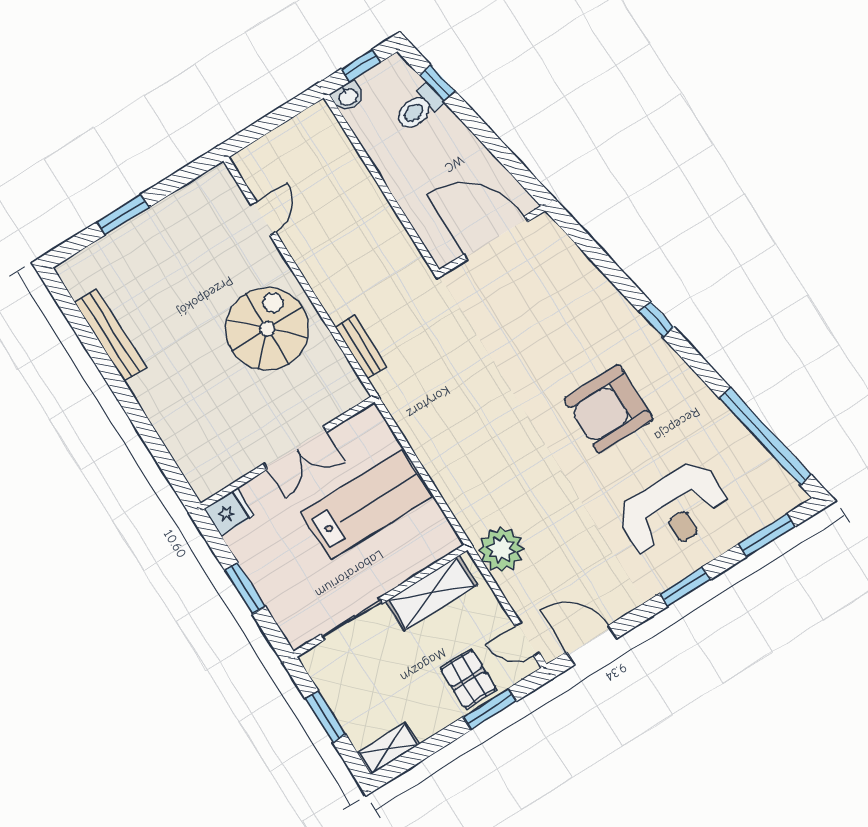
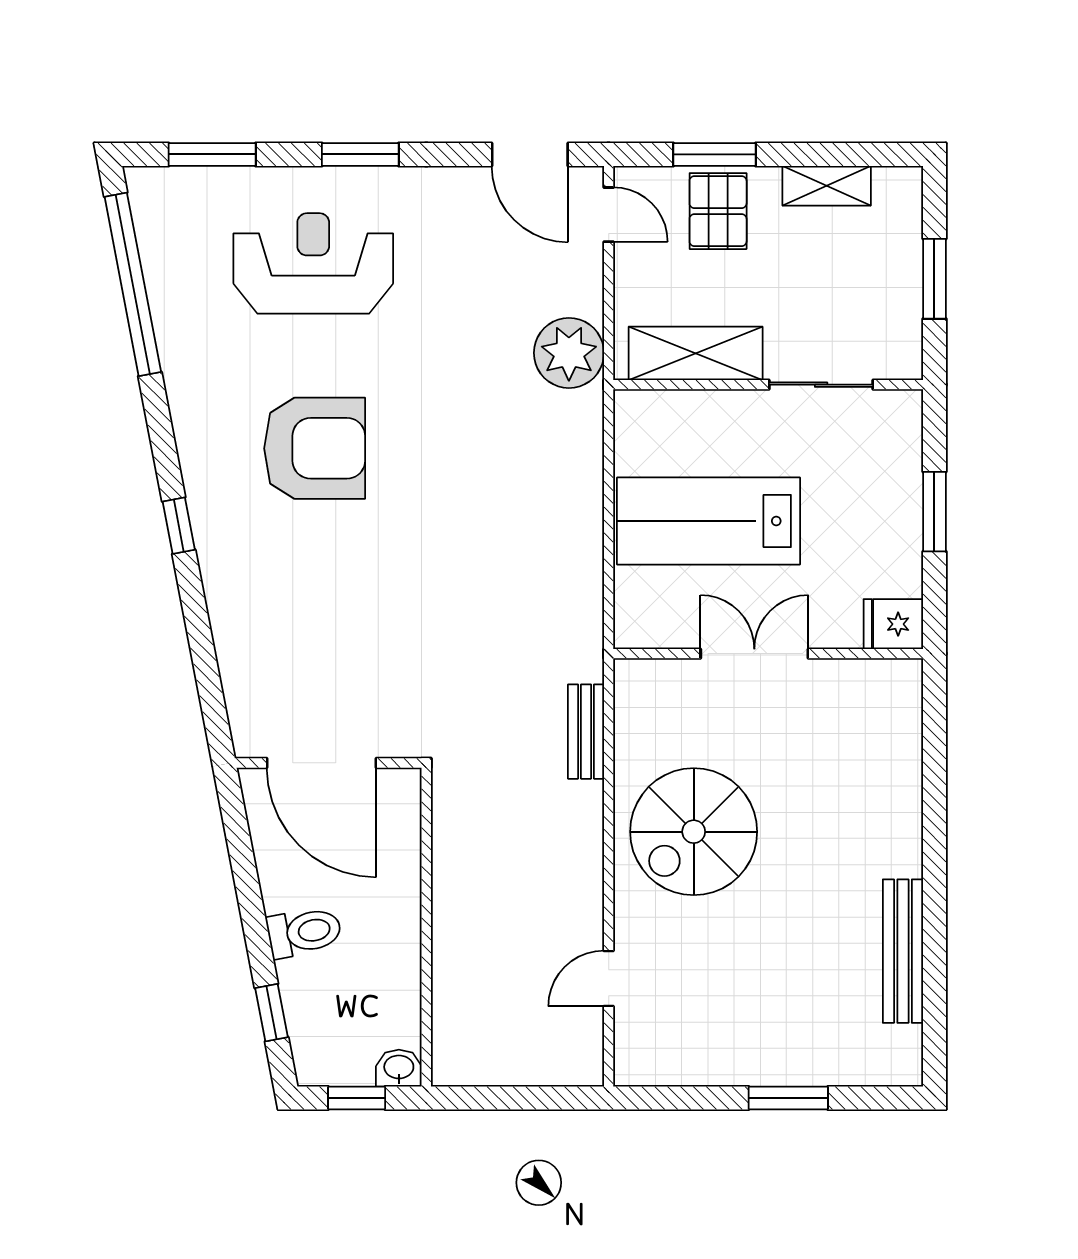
toilet: (419, 108) -> (304, 932), moved
shelving: (388, 749) -> (827, 186), moved

